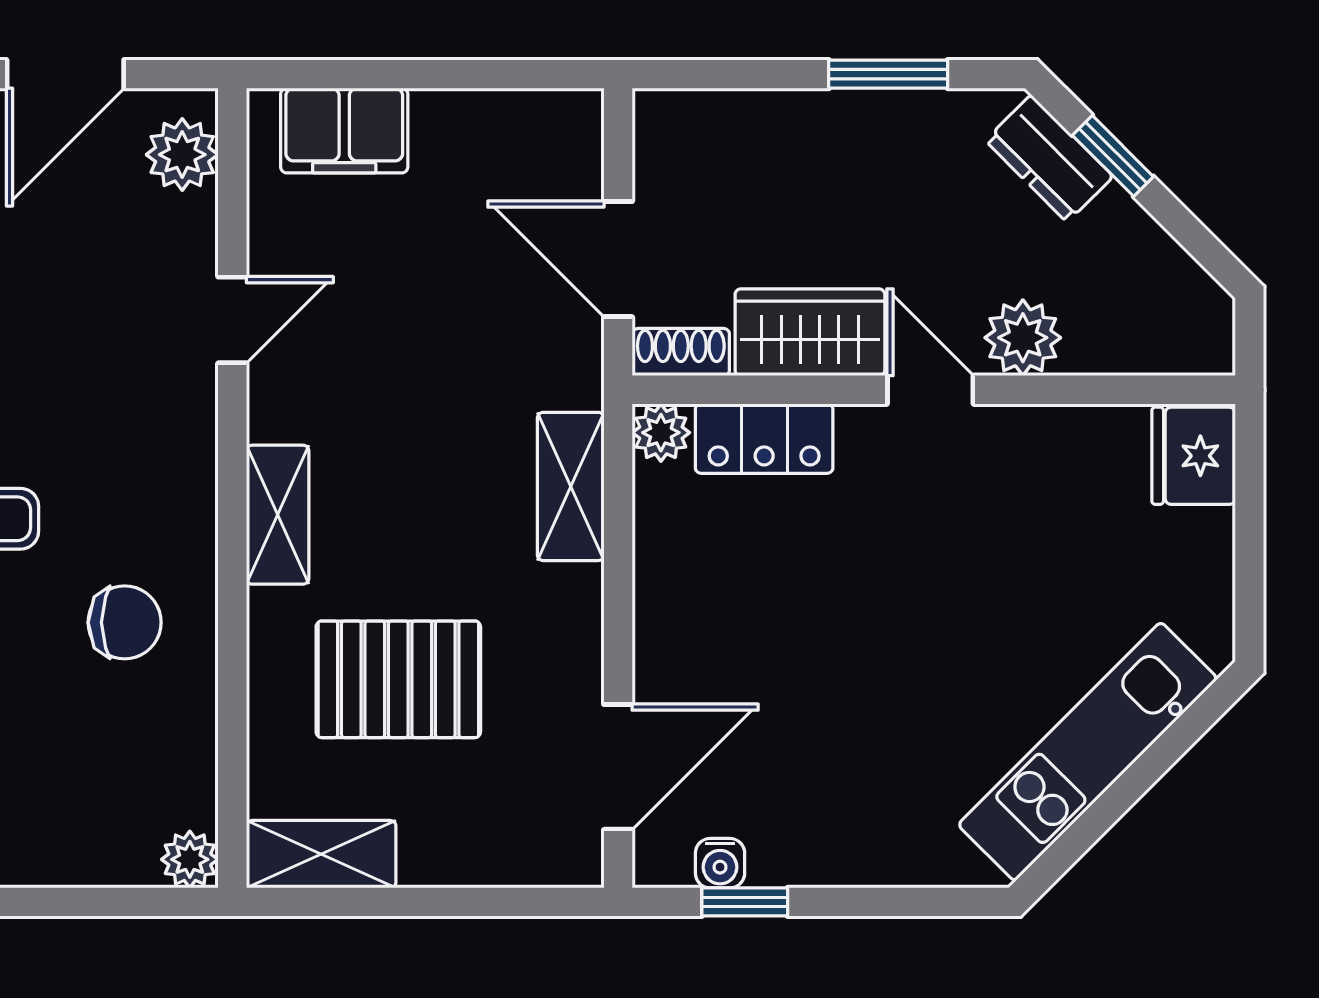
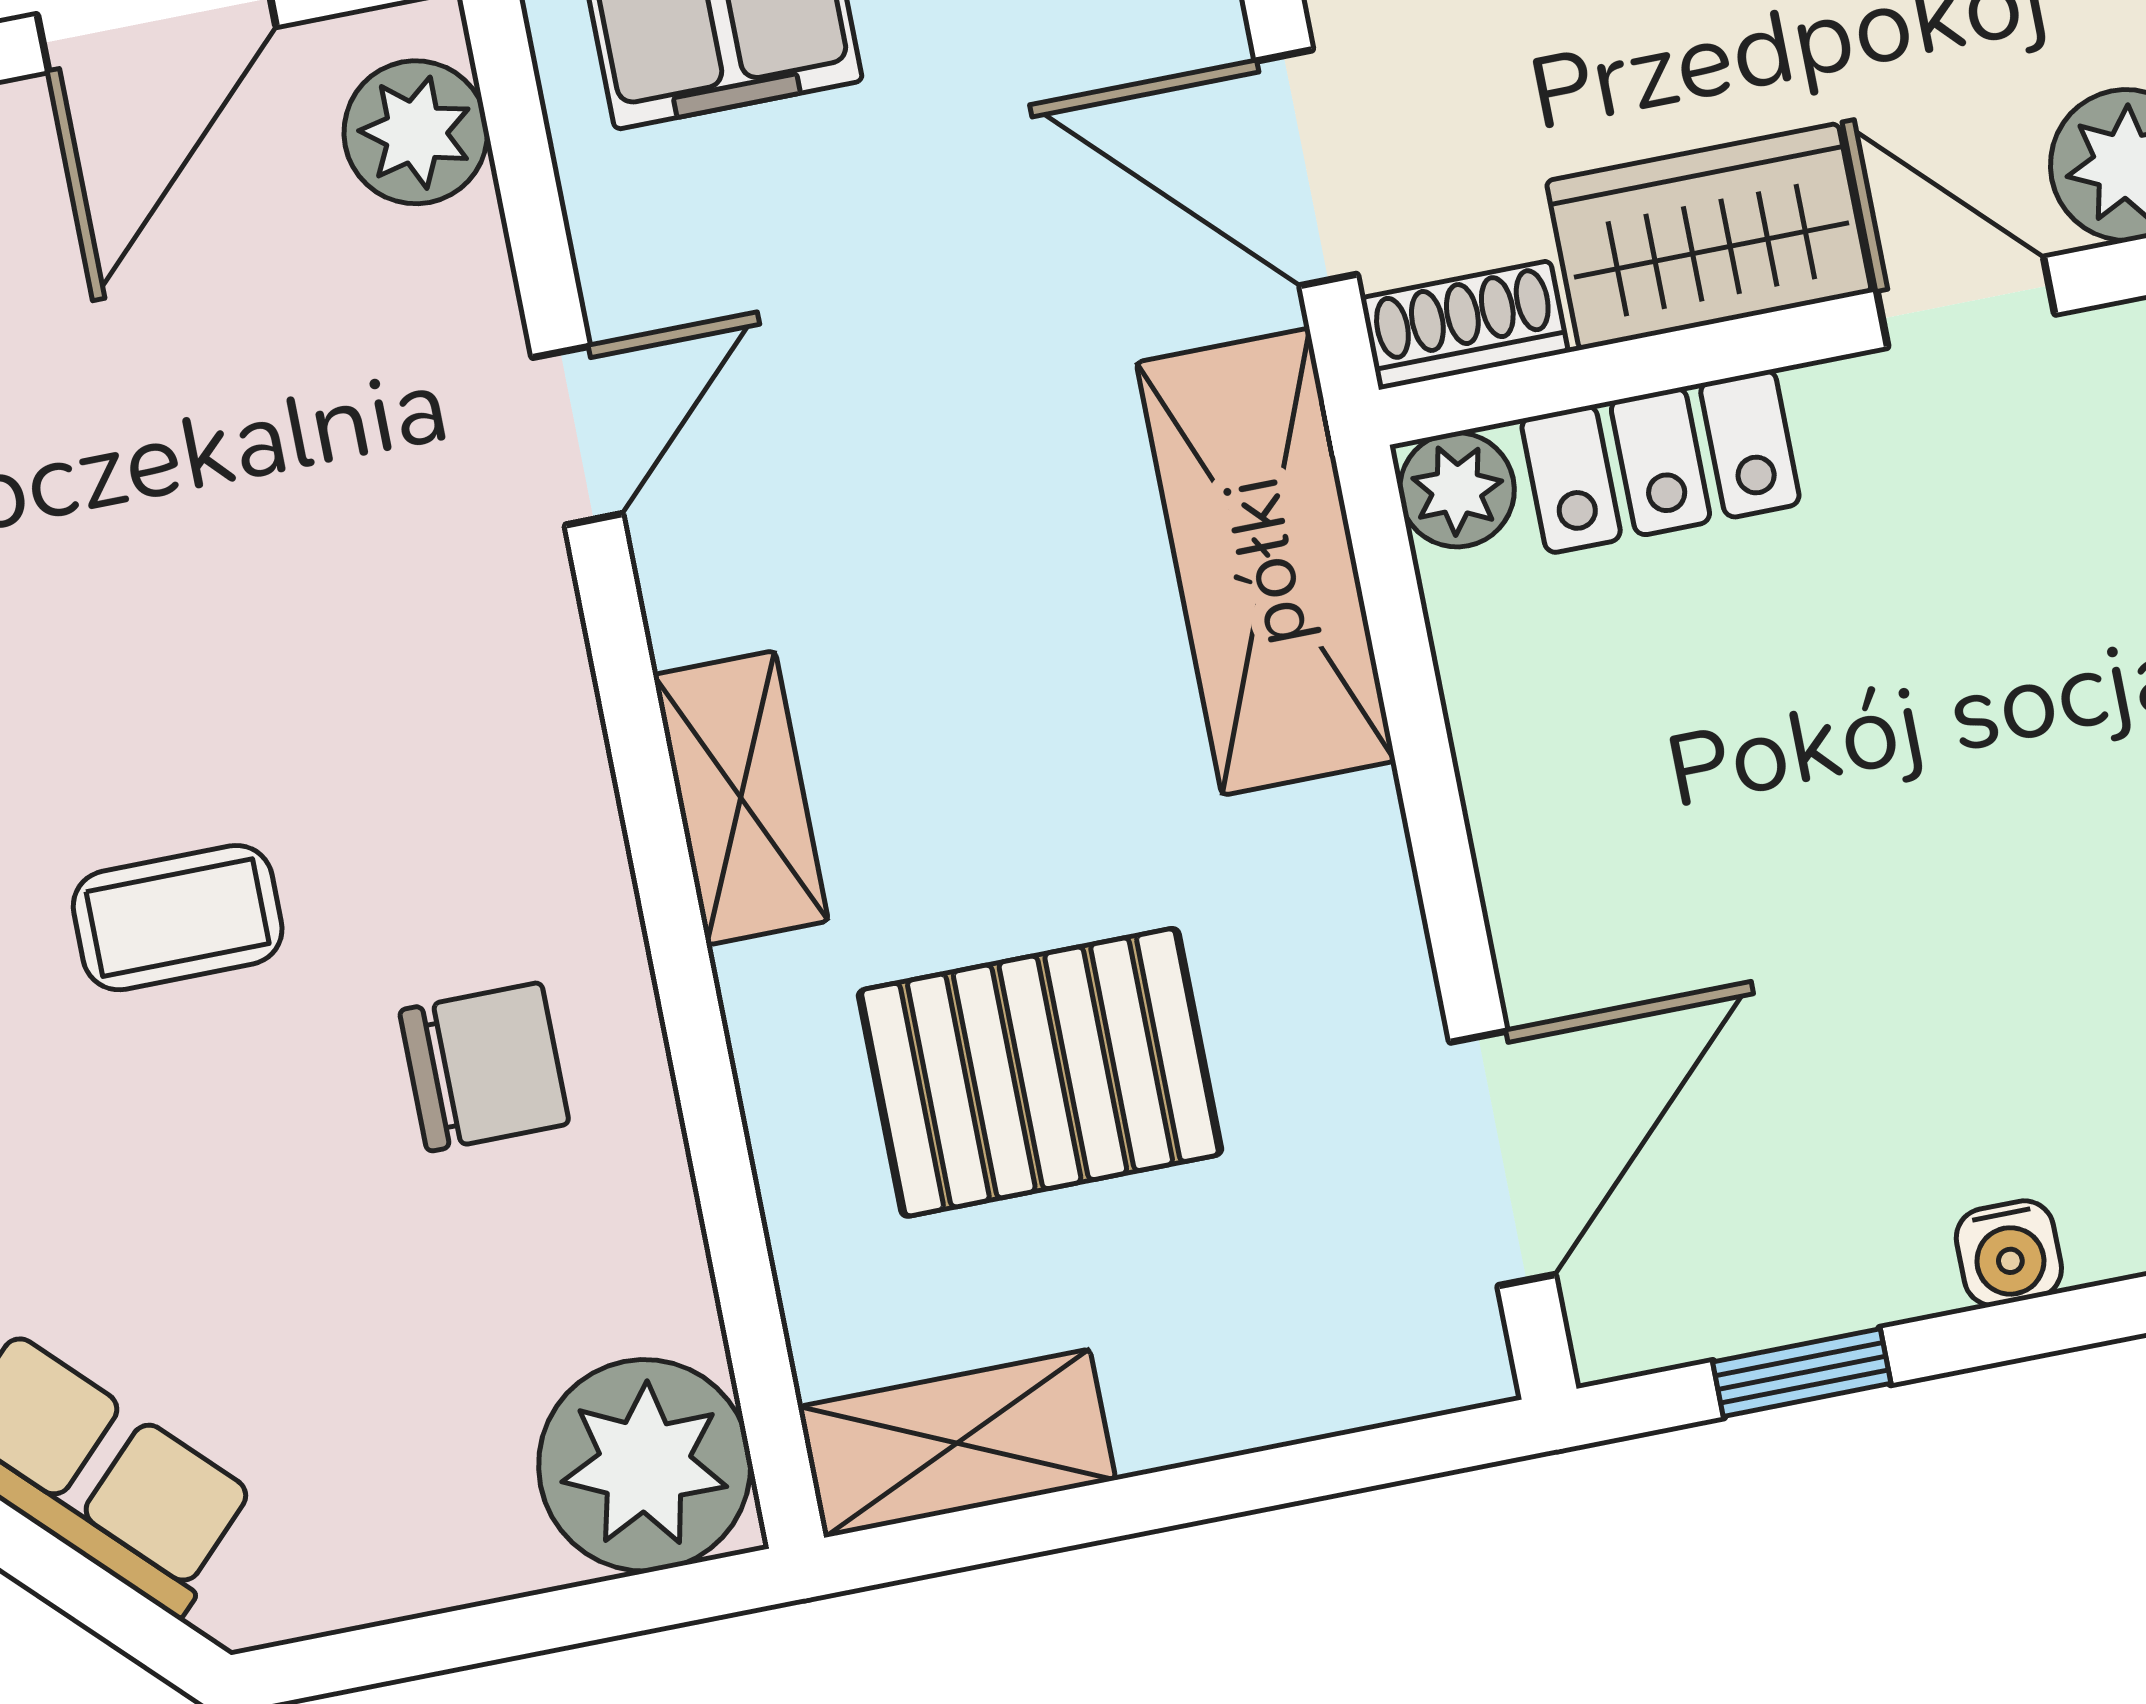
shelving: (571, 486) -> (1266, 562), width x1.50, depth x1.33
plant: (190, 859) -> (645, 1465), width x1.87, depth x1.87
water cooler: (720, 863) -> (2009, 1253), moved

